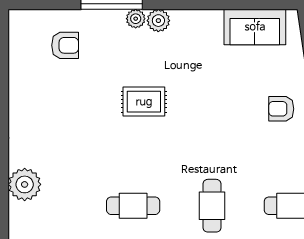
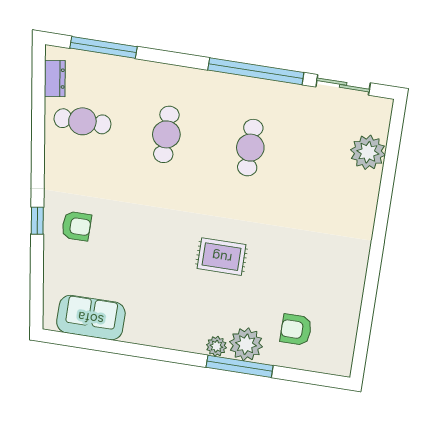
plant: (158, 21) -> (246, 344), moved, width x1.36, depth x1.36
plant: (25, 184) -> (368, 152), moved
cafe table: (133, 206) -> (250, 148), turned 90

